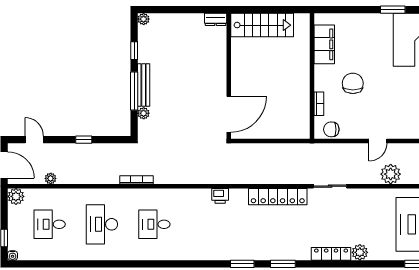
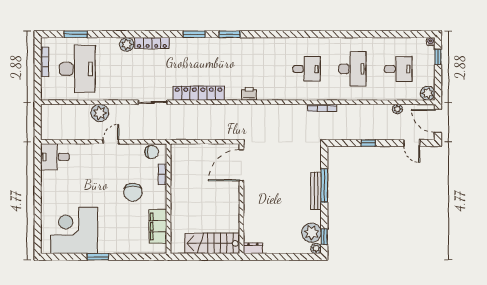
window: (134, 51) -> (324, 237), moved
plant: (144, 113) -> (311, 233), moved, width x1.87, depth x1.87

